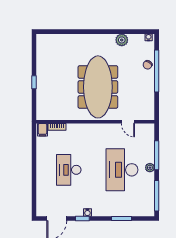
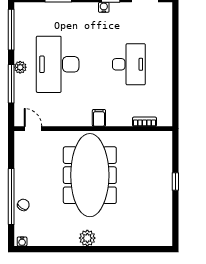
plant: (122, 40) -> (87, 238), moved
door: (128, 122) -> (33, 129), moved
filing cabinet: (43, 130) -> (99, 118), moved
desk: (122, 170) -> (58, 64), turned 180

